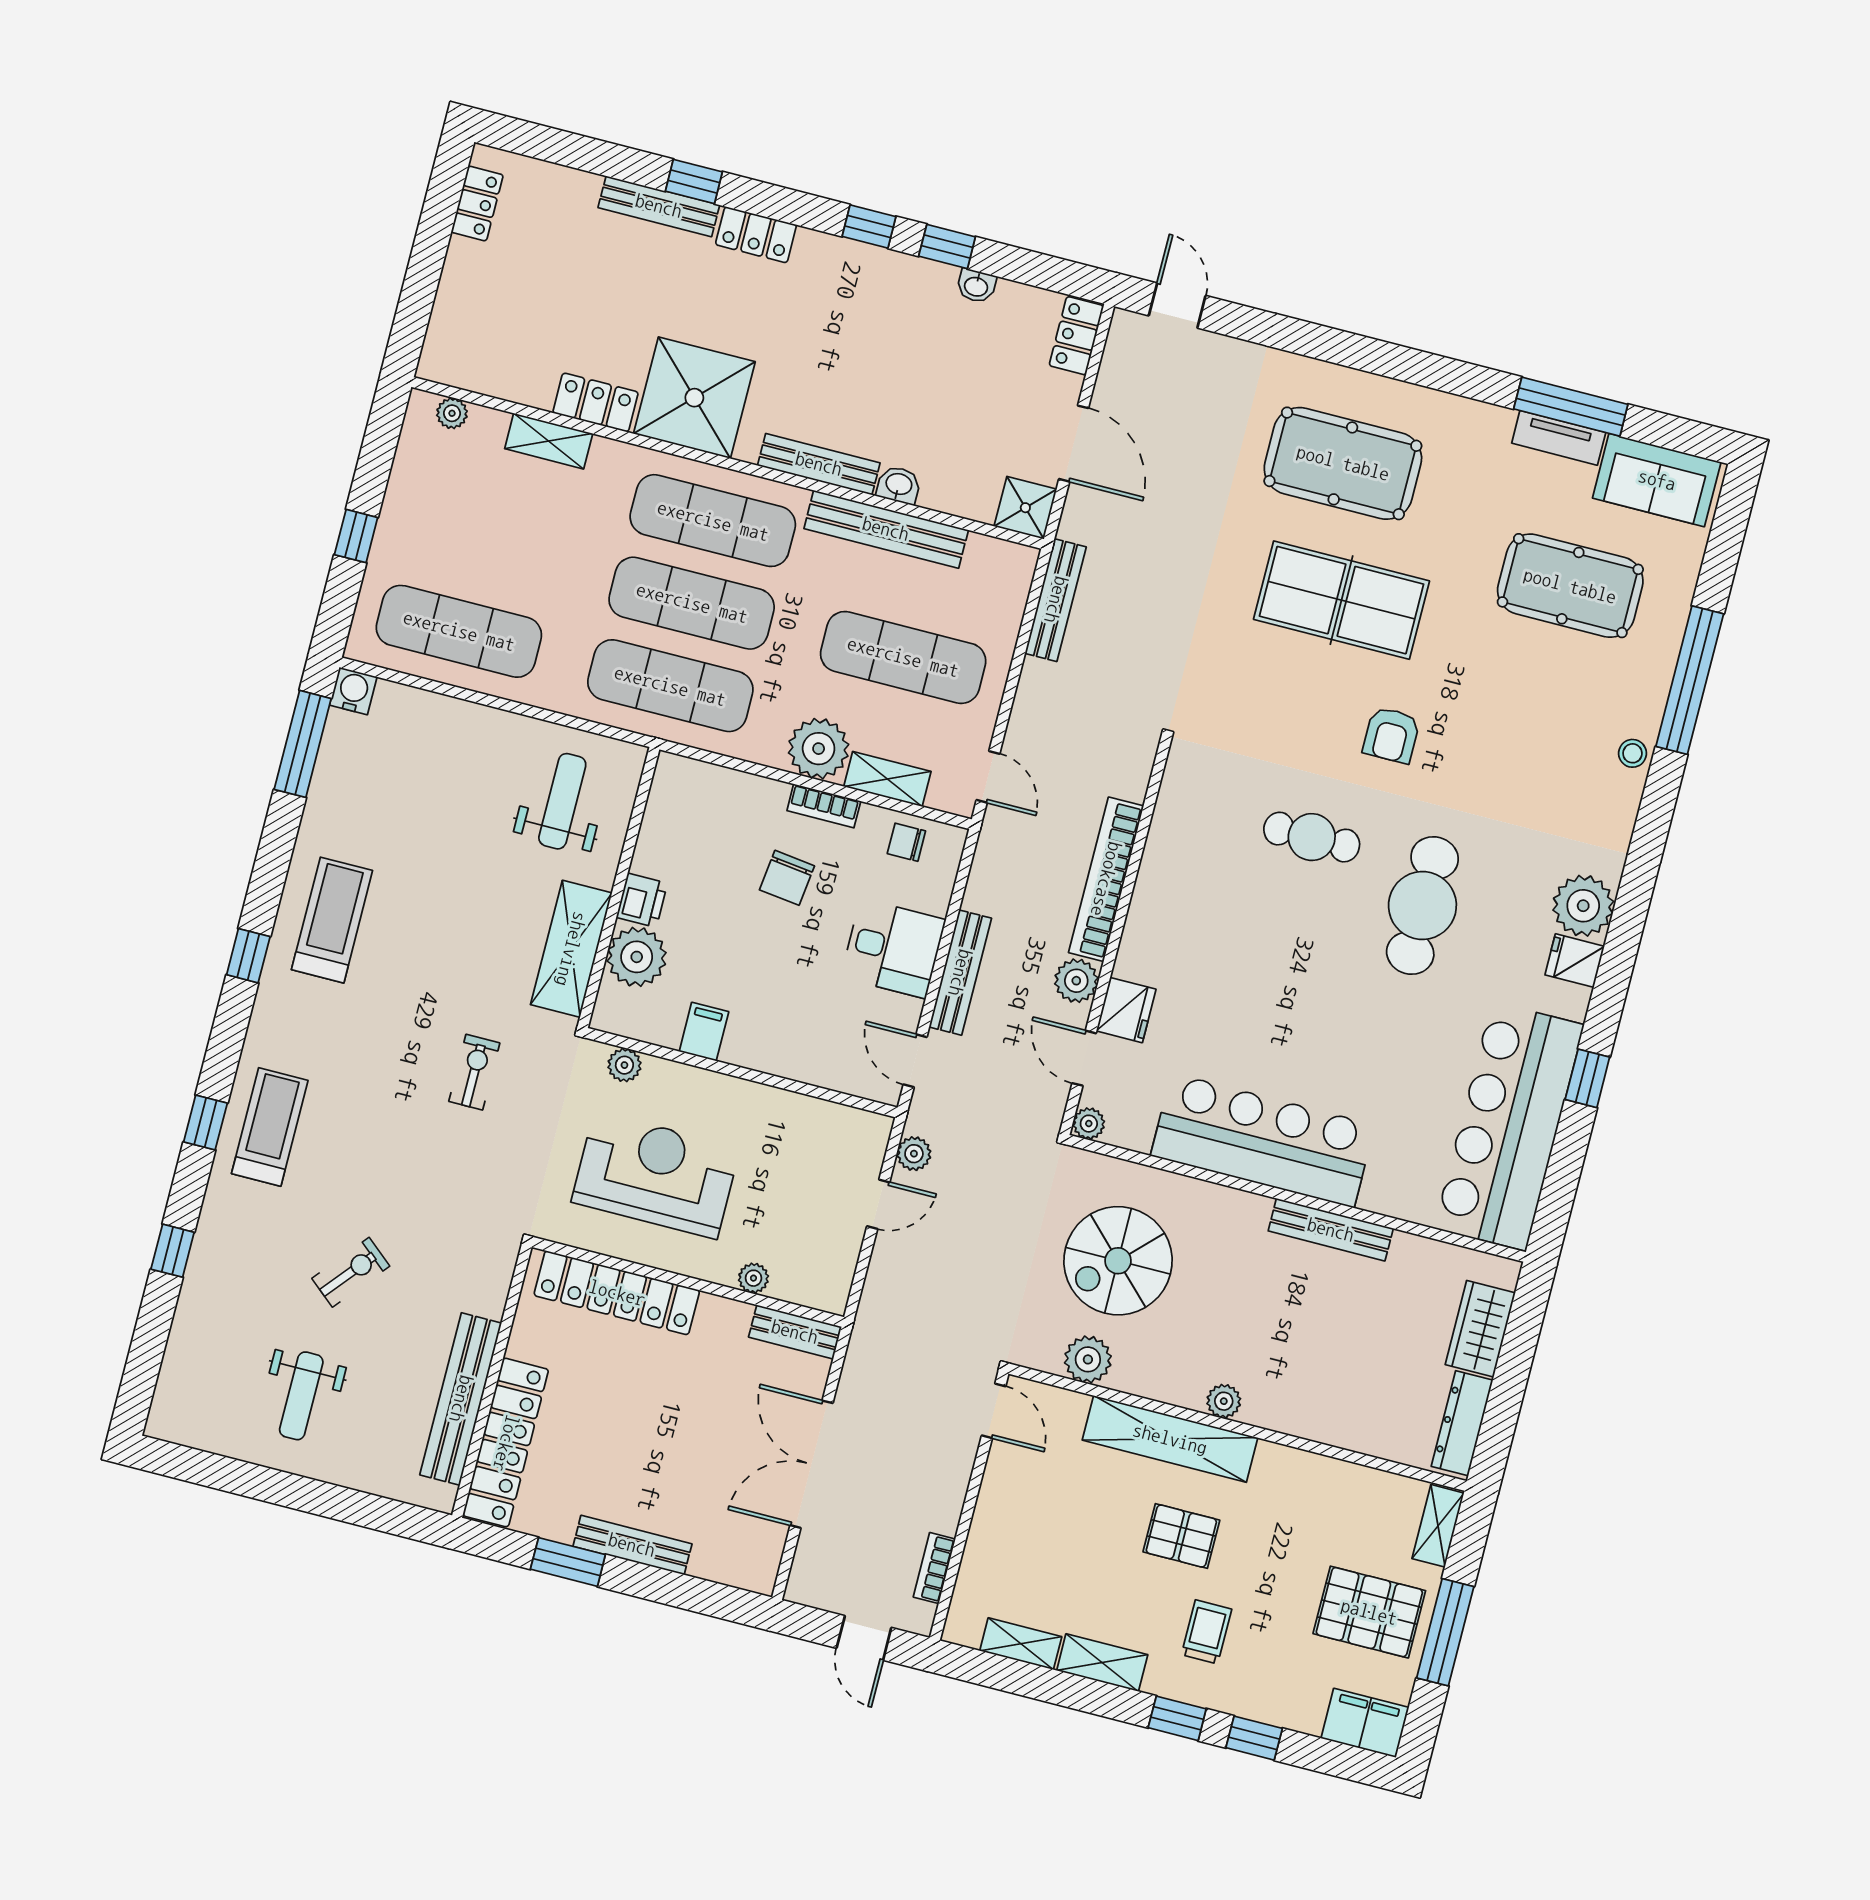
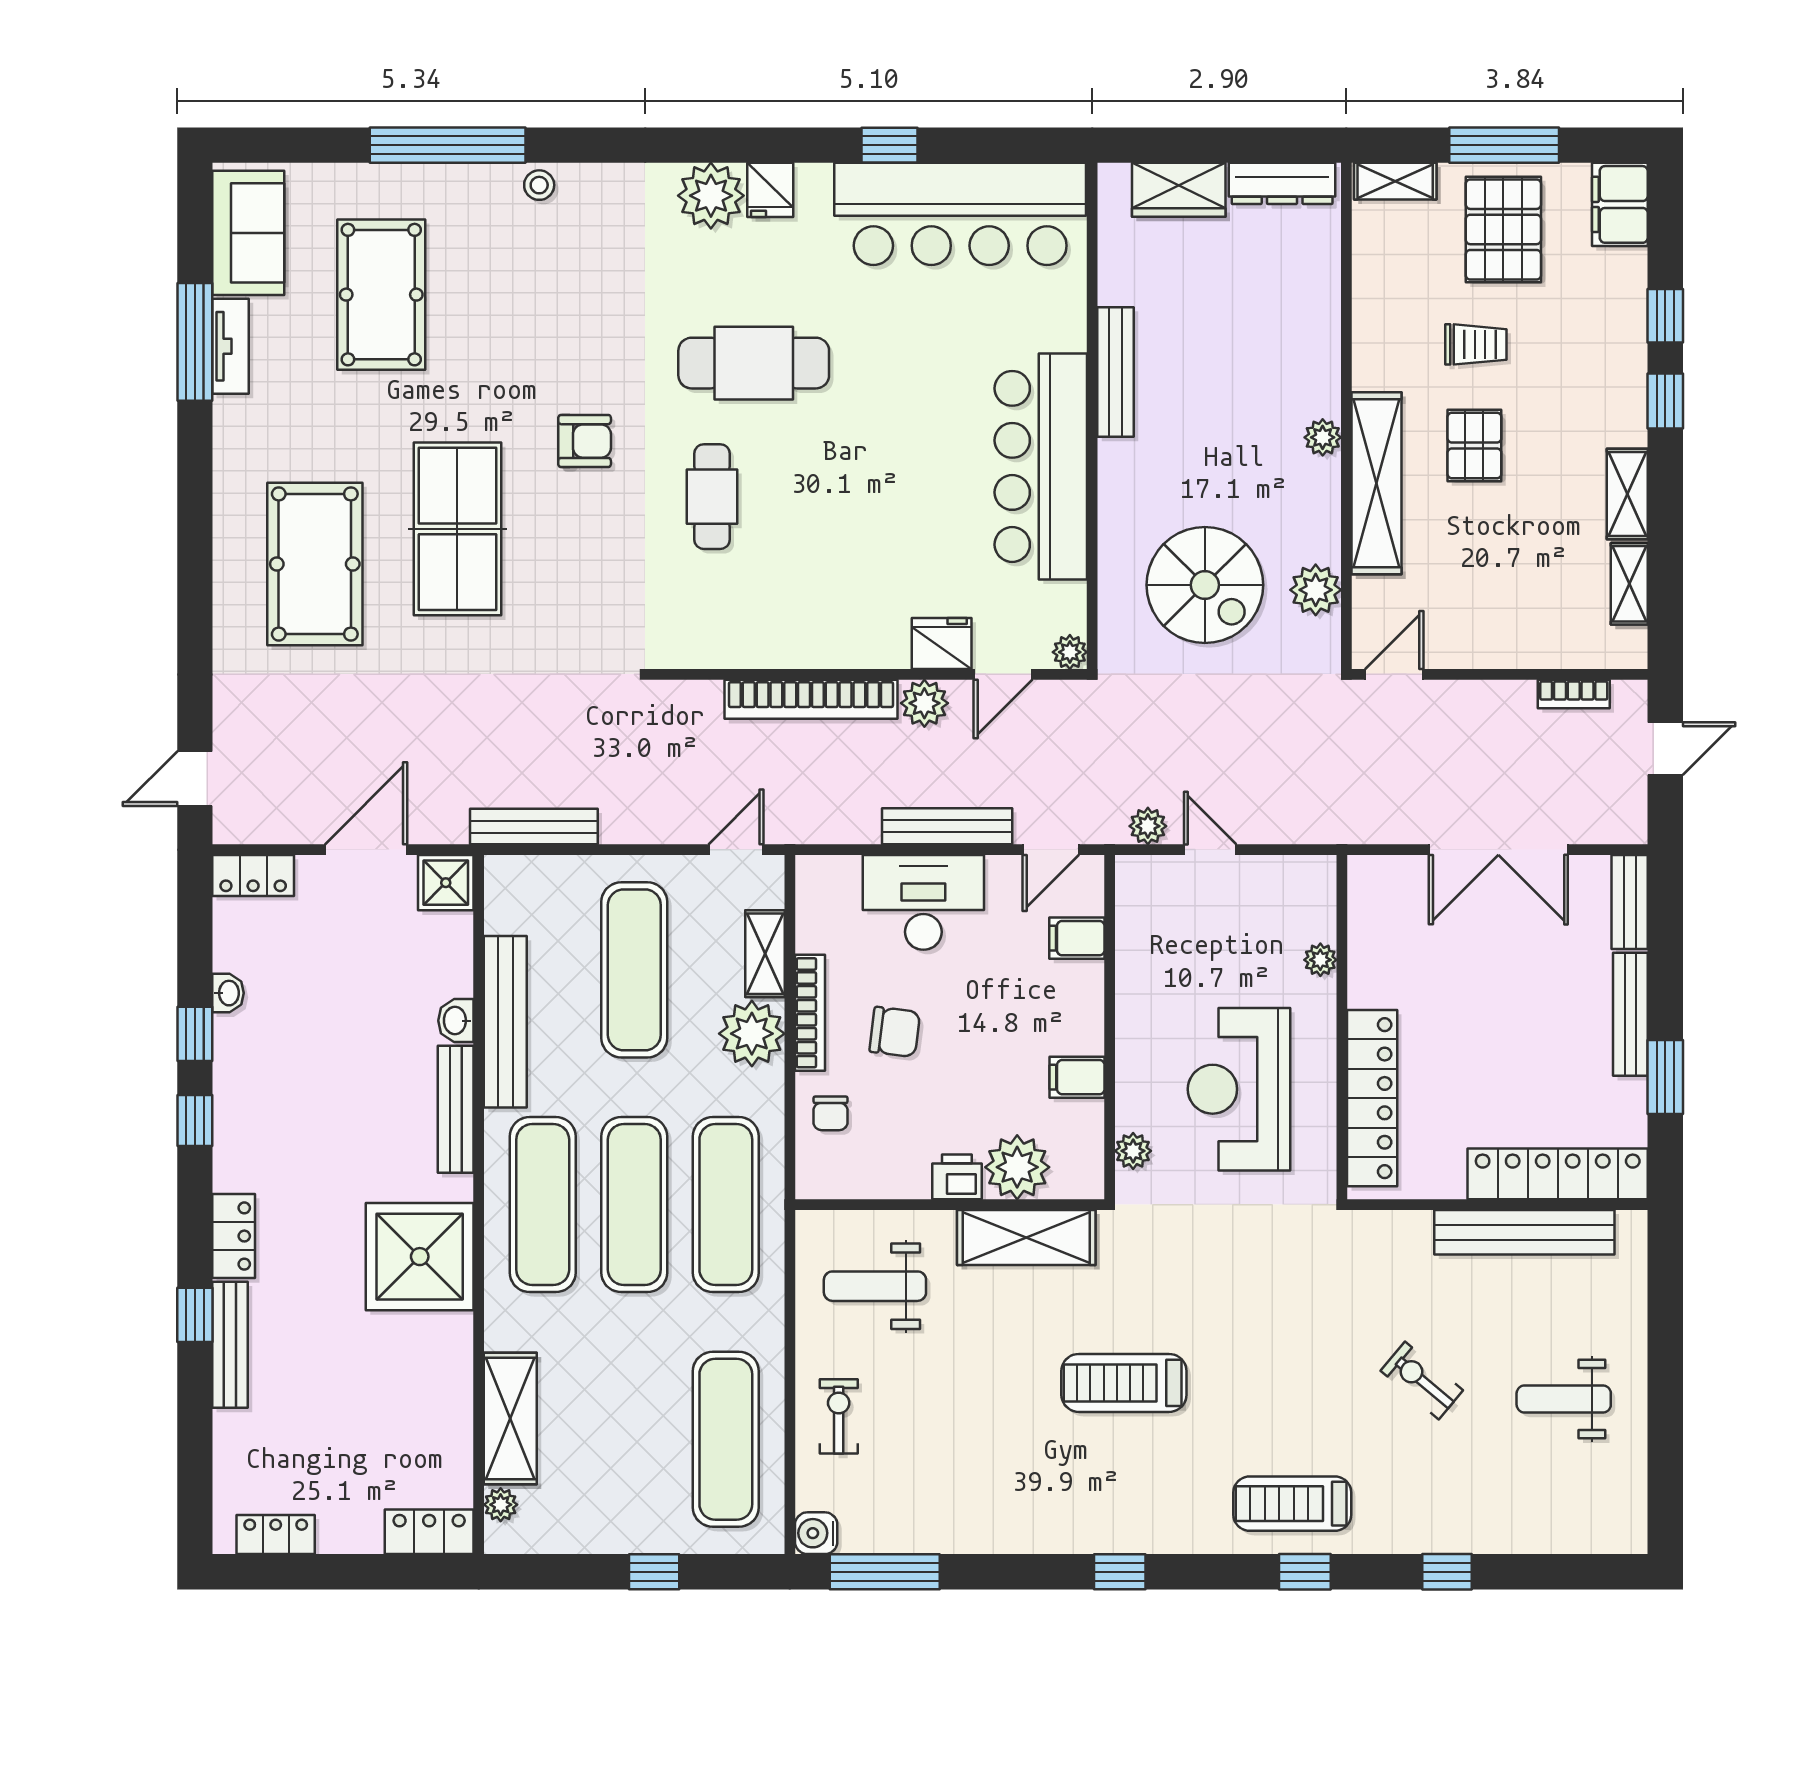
locker: (595, 402) -> (429, 1532), moved, turned 90
shelving: (549, 441) -> (510, 1419), width x1.50, depth x1.33
bookcase: (824, 806) -> (810, 1013), width x1.56
chair: (906, 842) -> (830, 1113), moved
treadmill: (332, 920) -> (1124, 1383), moved
desk: (893, 948) -> (923, 902), width x1.37
filing cabinet: (829, 1064) -> (1077, 938), added
exercise bike: (474, 1072) -> (839, 1416), moved, turned 90
bench: (795, 1332) -> (1630, 902), moved
weight bench: (301, 1396) -> (1564, 1399), turned 180
trolley: (1206, 1632) -> (1476, 344), moved, turned 180

